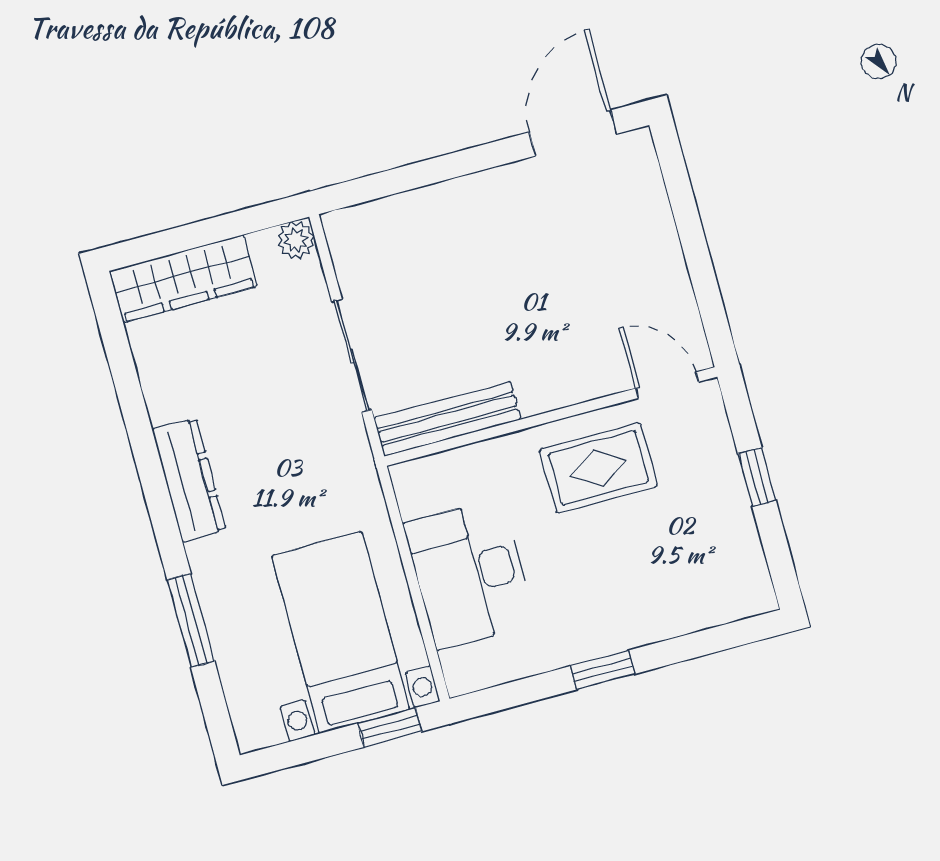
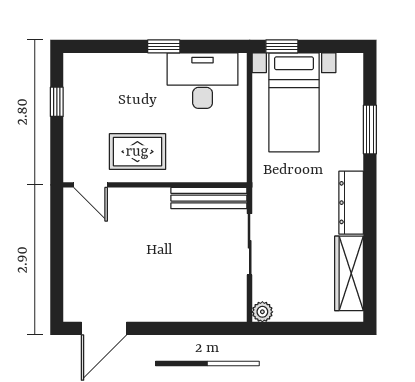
wardrobe: (183, 279) -> (349, 273), moved, turned -90
window: (757, 477) -> (57, 102), moved
desk: (469, 574) -> (203, 81), moved, turned -90

